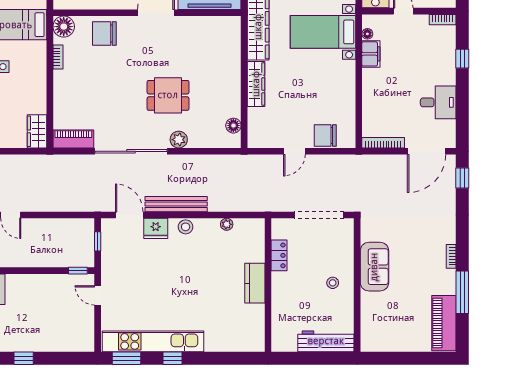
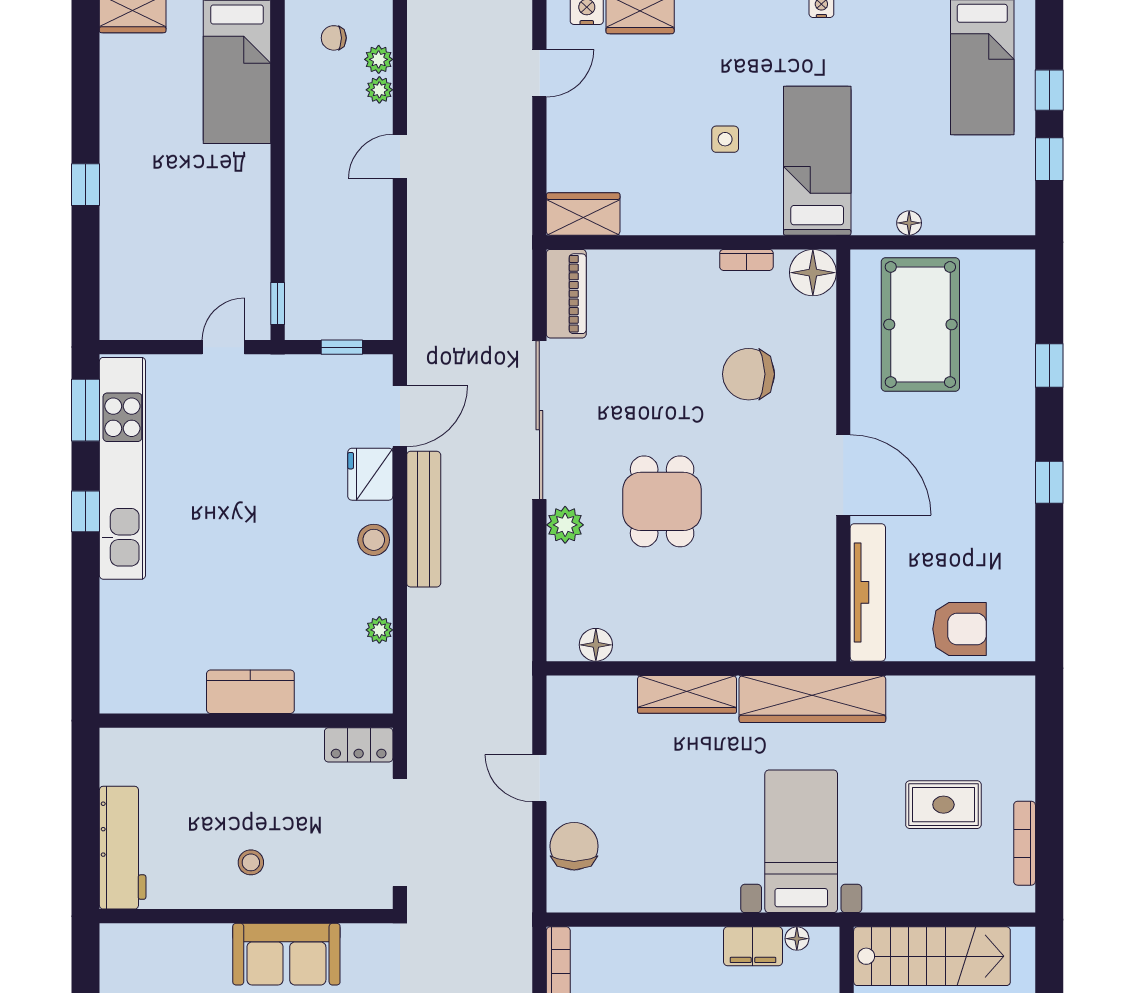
chair: (104, 34) -> (749, 374), moved, turned -90
locker: (279, 255) -> (359, 745), moved

